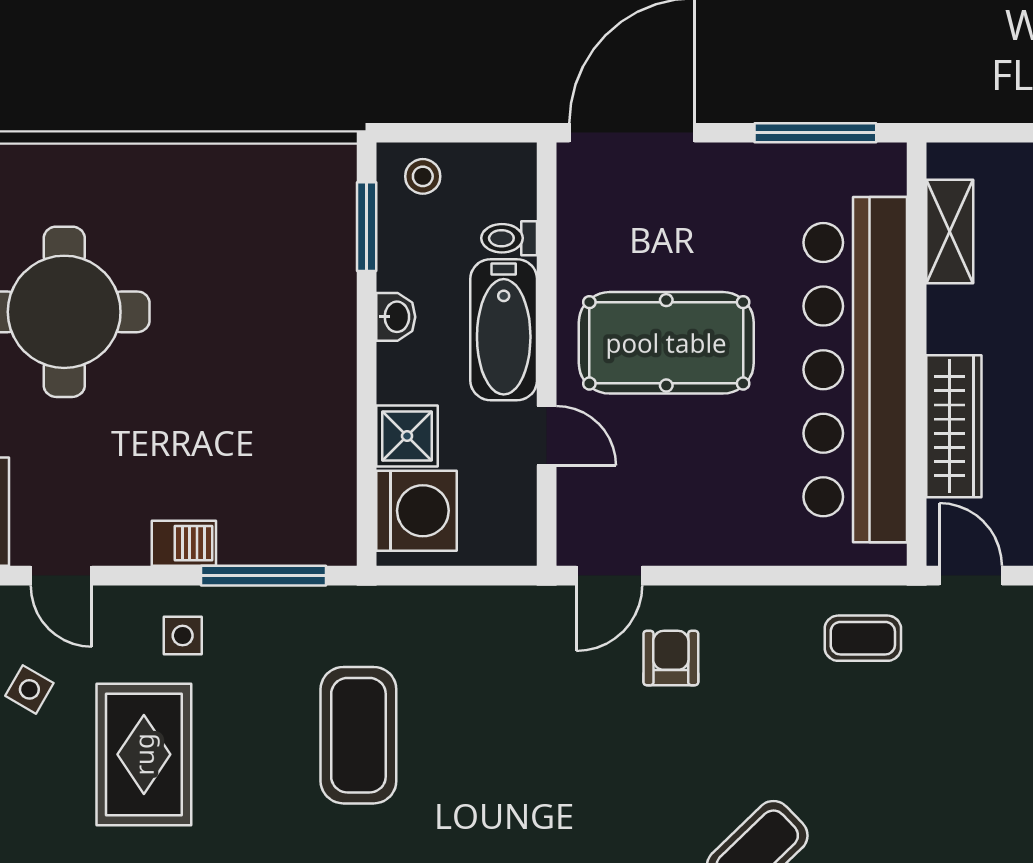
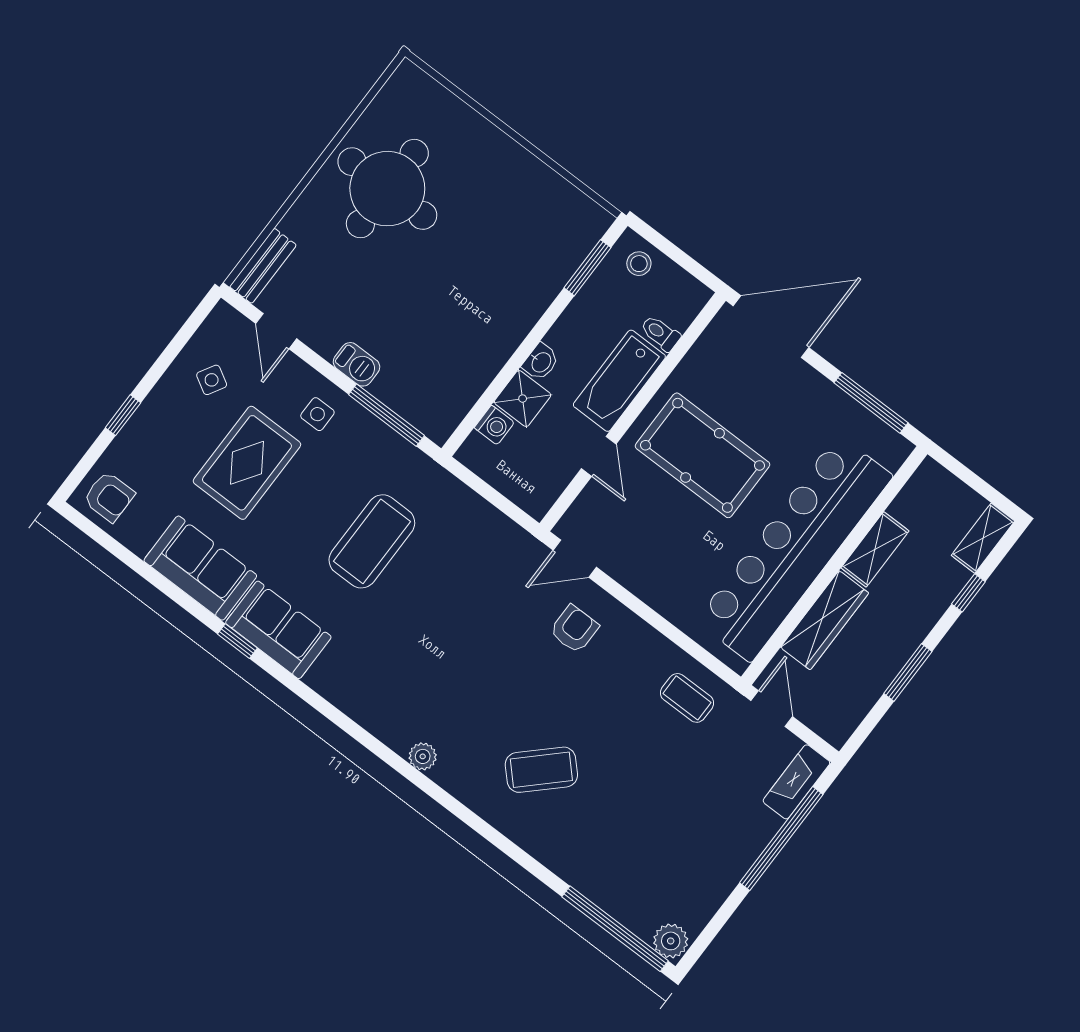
shelving: (950, 232) -> (875, 549), moved
washbasin: (396, 317) -> (541, 362), moved
washing machine: (416, 511) -> (494, 425), width x0.53, depth x0.53

